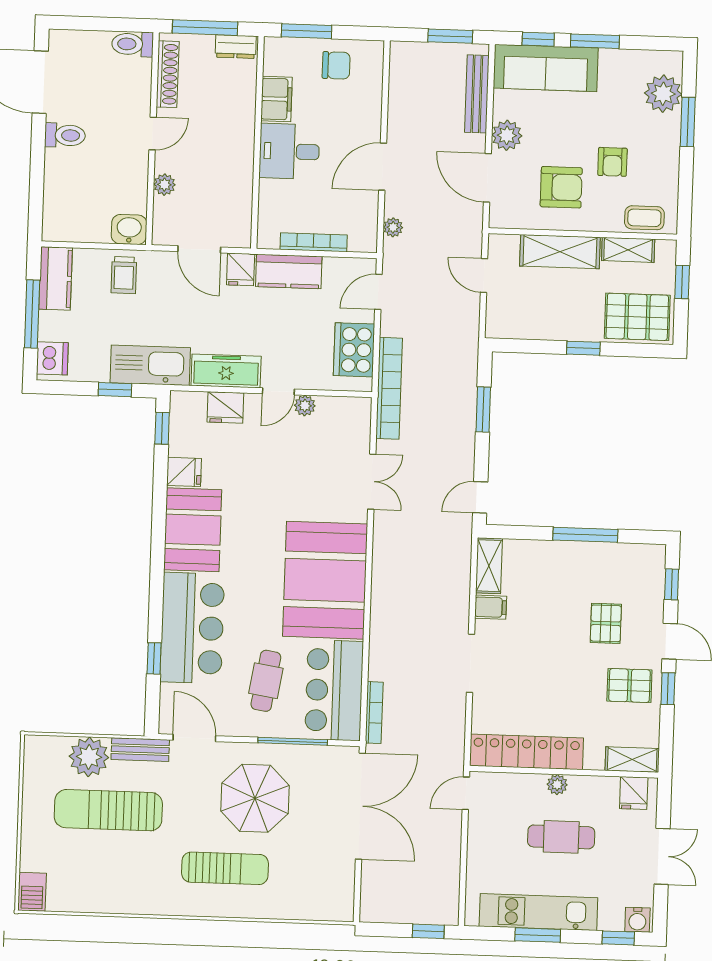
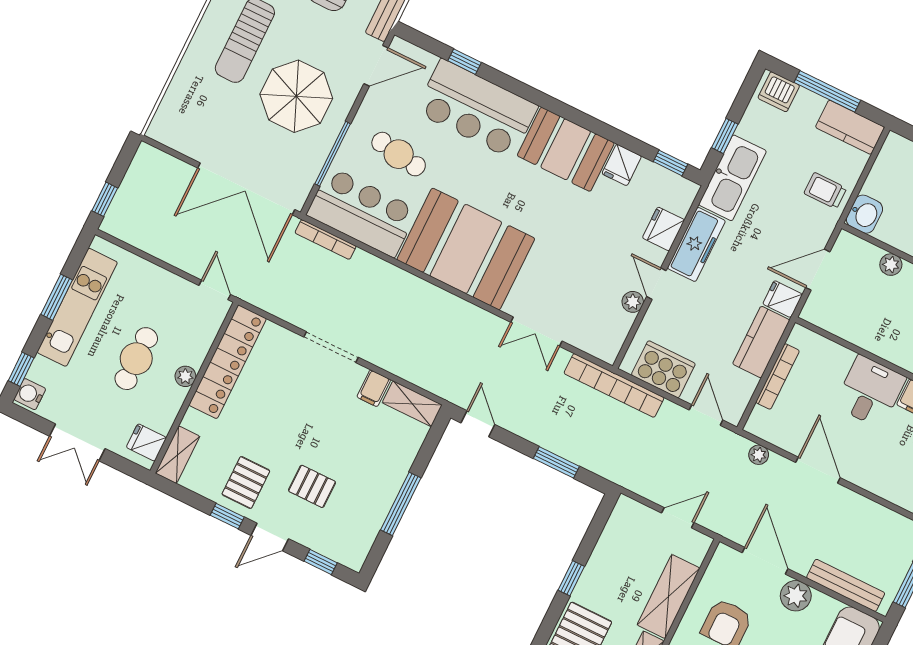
door: (487, 178) -> (765, 561), hinge flipped

